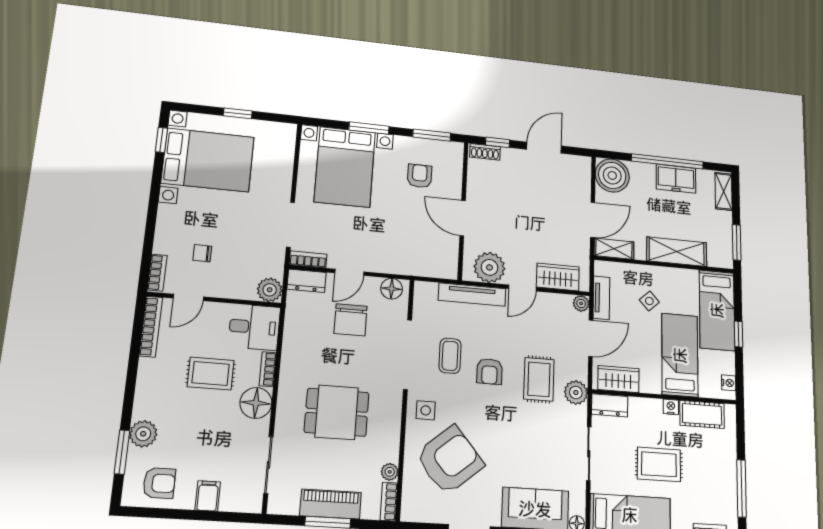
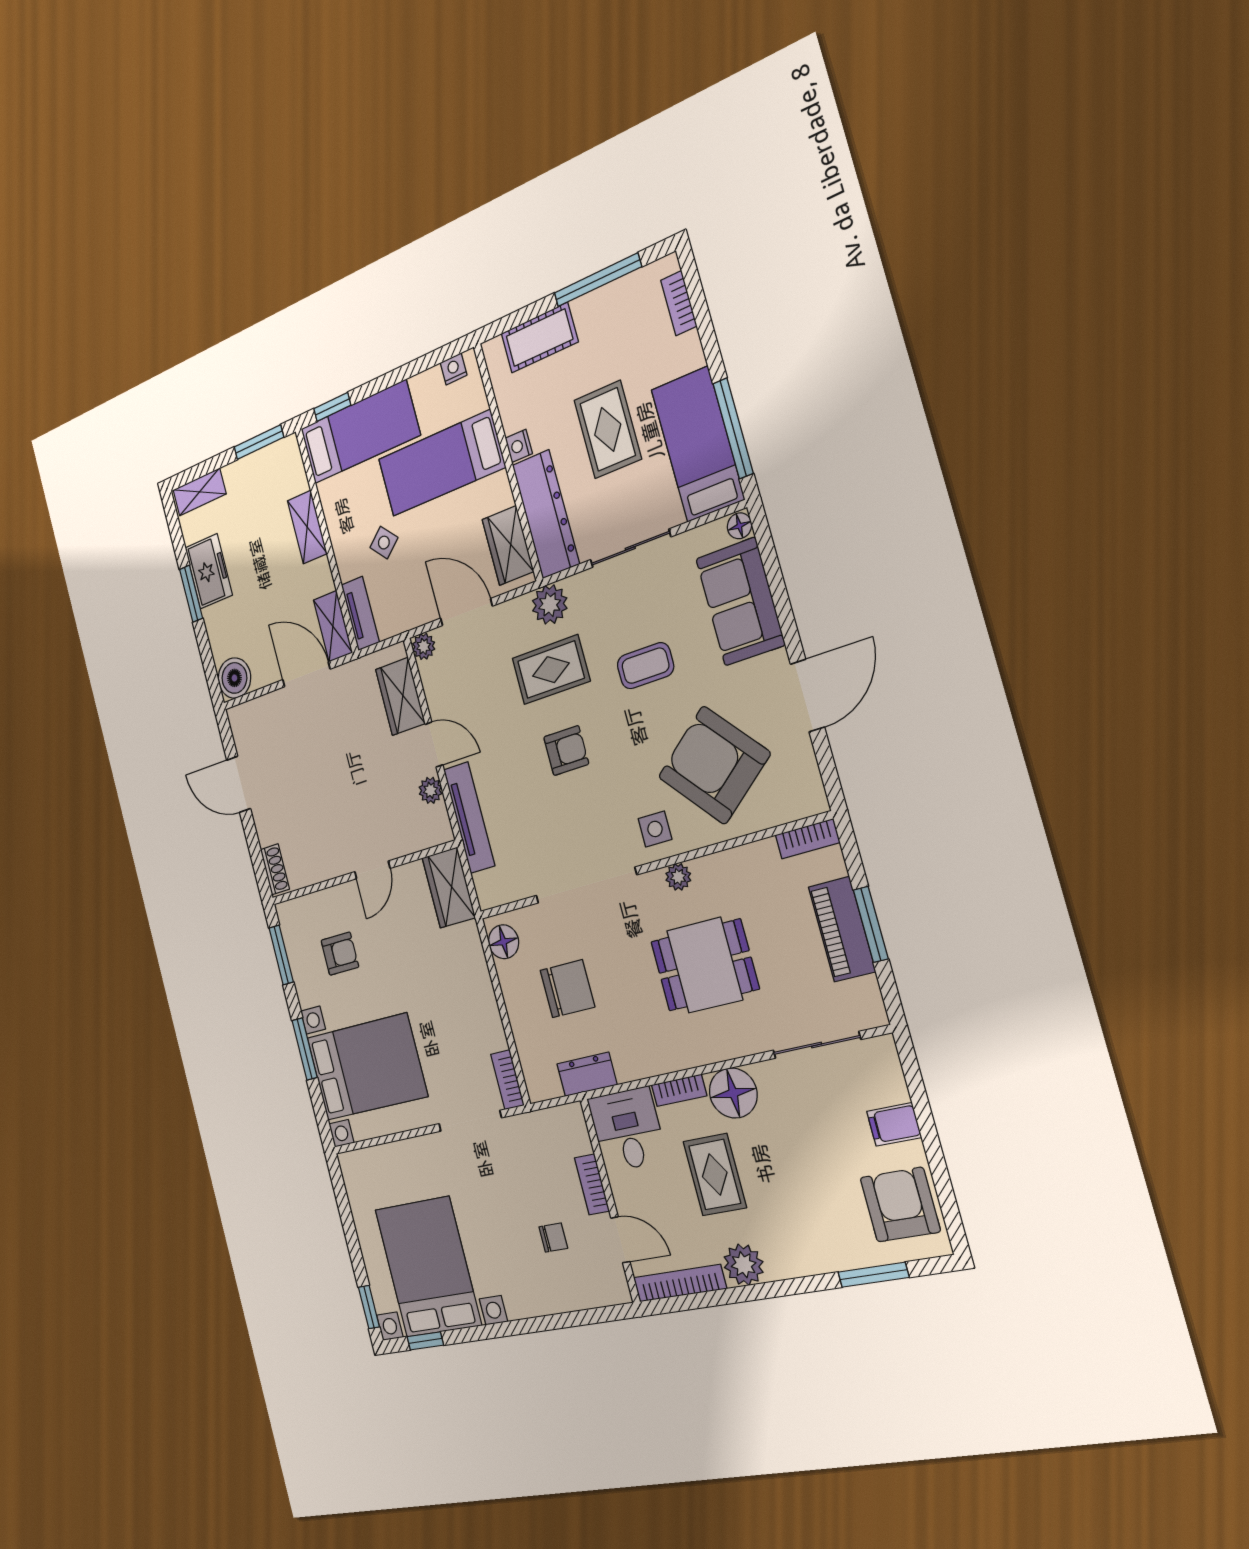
window: (238, 113) -> (369, 1307), moved
window: (498, 142) -> (256, 855), removed
window: (667, 161) -> (191, 594), width x0.47
boiler: (612, 175) -> (234, 678), width x0.73, depth x0.73
armchair: (420, 176) -> (340, 954), turned 180
door: (463, 218) -> (372, 870), width x0.73
shelving: (677, 252) -> (307, 527), width x0.67, depth x0.75
chair: (202, 253) -> (553, 1238), turned -90
wardrobe: (435, 265) -> (449, 888), added
plant: (490, 267) -> (430, 790), width x0.53, depth x0.53
door: (349, 272) -> (503, 1013), removed
bookcase: (157, 273) -> (592, 1184), moved, turned -90
dresser: (307, 281) -> (587, 1074), moved, turned -90
plant: (270, 290) -> (568, 1123), removed
tv unit: (601, 298) -> (360, 614), moved, turned 90
window: (738, 334) -> (332, 407), moved
coffee table: (450, 356) -> (645, 666), moved
dresser: (610, 405) -> (546, 514), width x1.96, depth x1.24
dining table: (337, 412) -> (705, 965), turned 90
cot: (702, 414) -> (539, 338), moved, turned 90
plant: (143, 434) -> (744, 1265), moved
plant: (390, 472) -> (678, 877), moved
armchair: (159, 483) -> (900, 1205), width x1.38, depth x1.38

